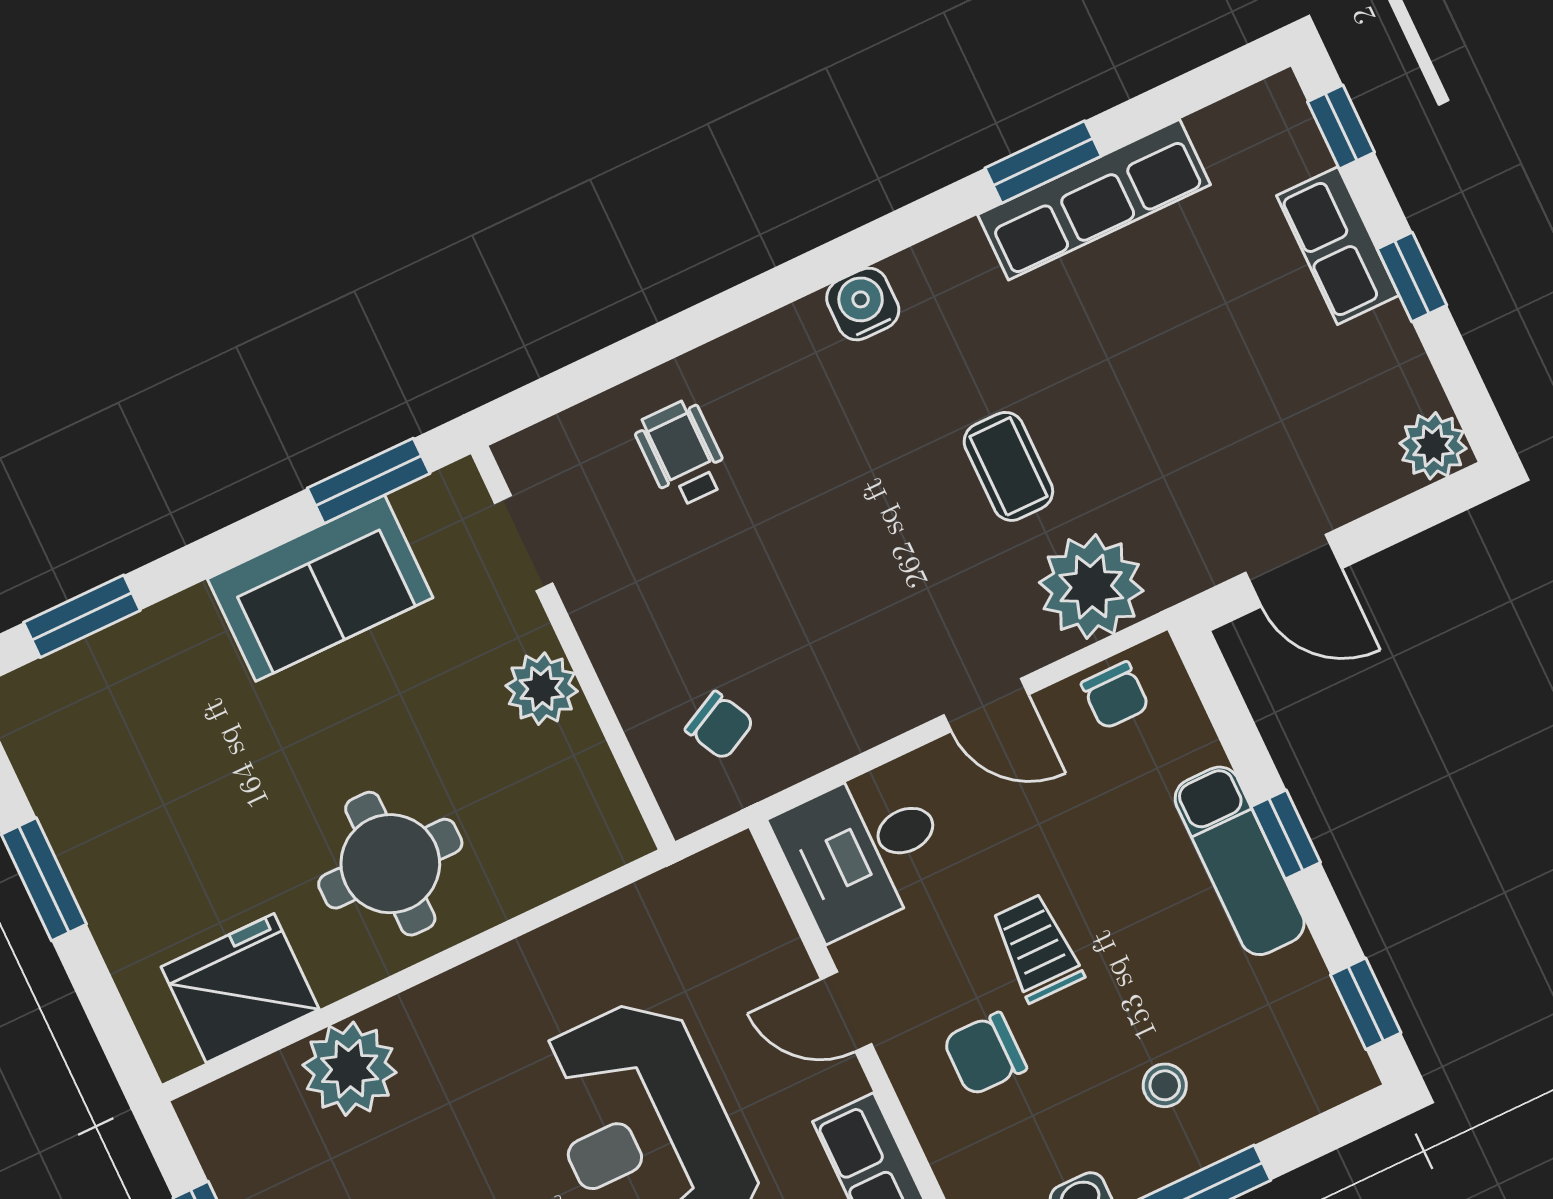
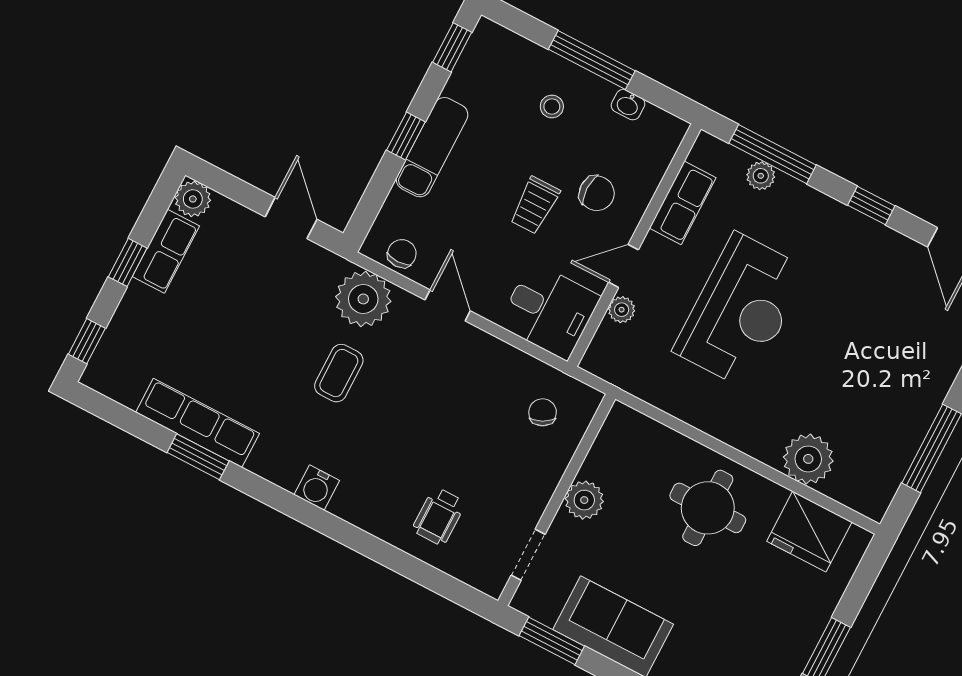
row of seats: (1338, 246) -> (166, 251), moved
plant: (783, 959) -> (622, 310), added
door: (846, 1012) -> (623, 266), swing flipped

